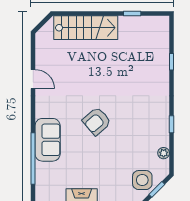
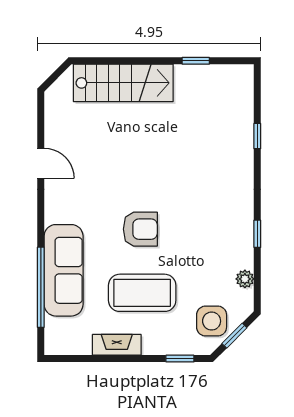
armchair: (97, 121) -> (140, 229), turned -139
sofa: (48, 140) -> (64, 270), width x1.36
coffee table: (98, 162) -> (142, 293), added

